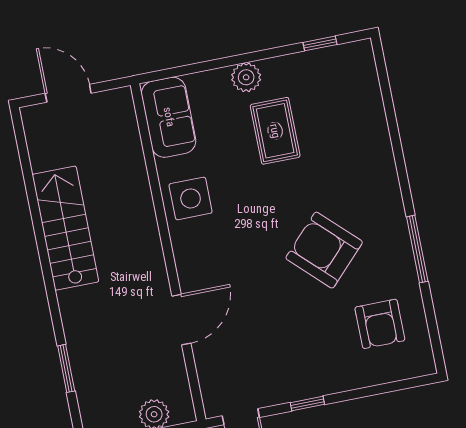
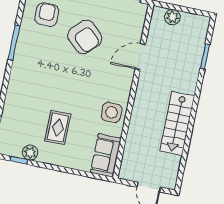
plant: (246, 77) -> (30, 153), moved
armchair: (324, 250) -> (85, 37), moved

